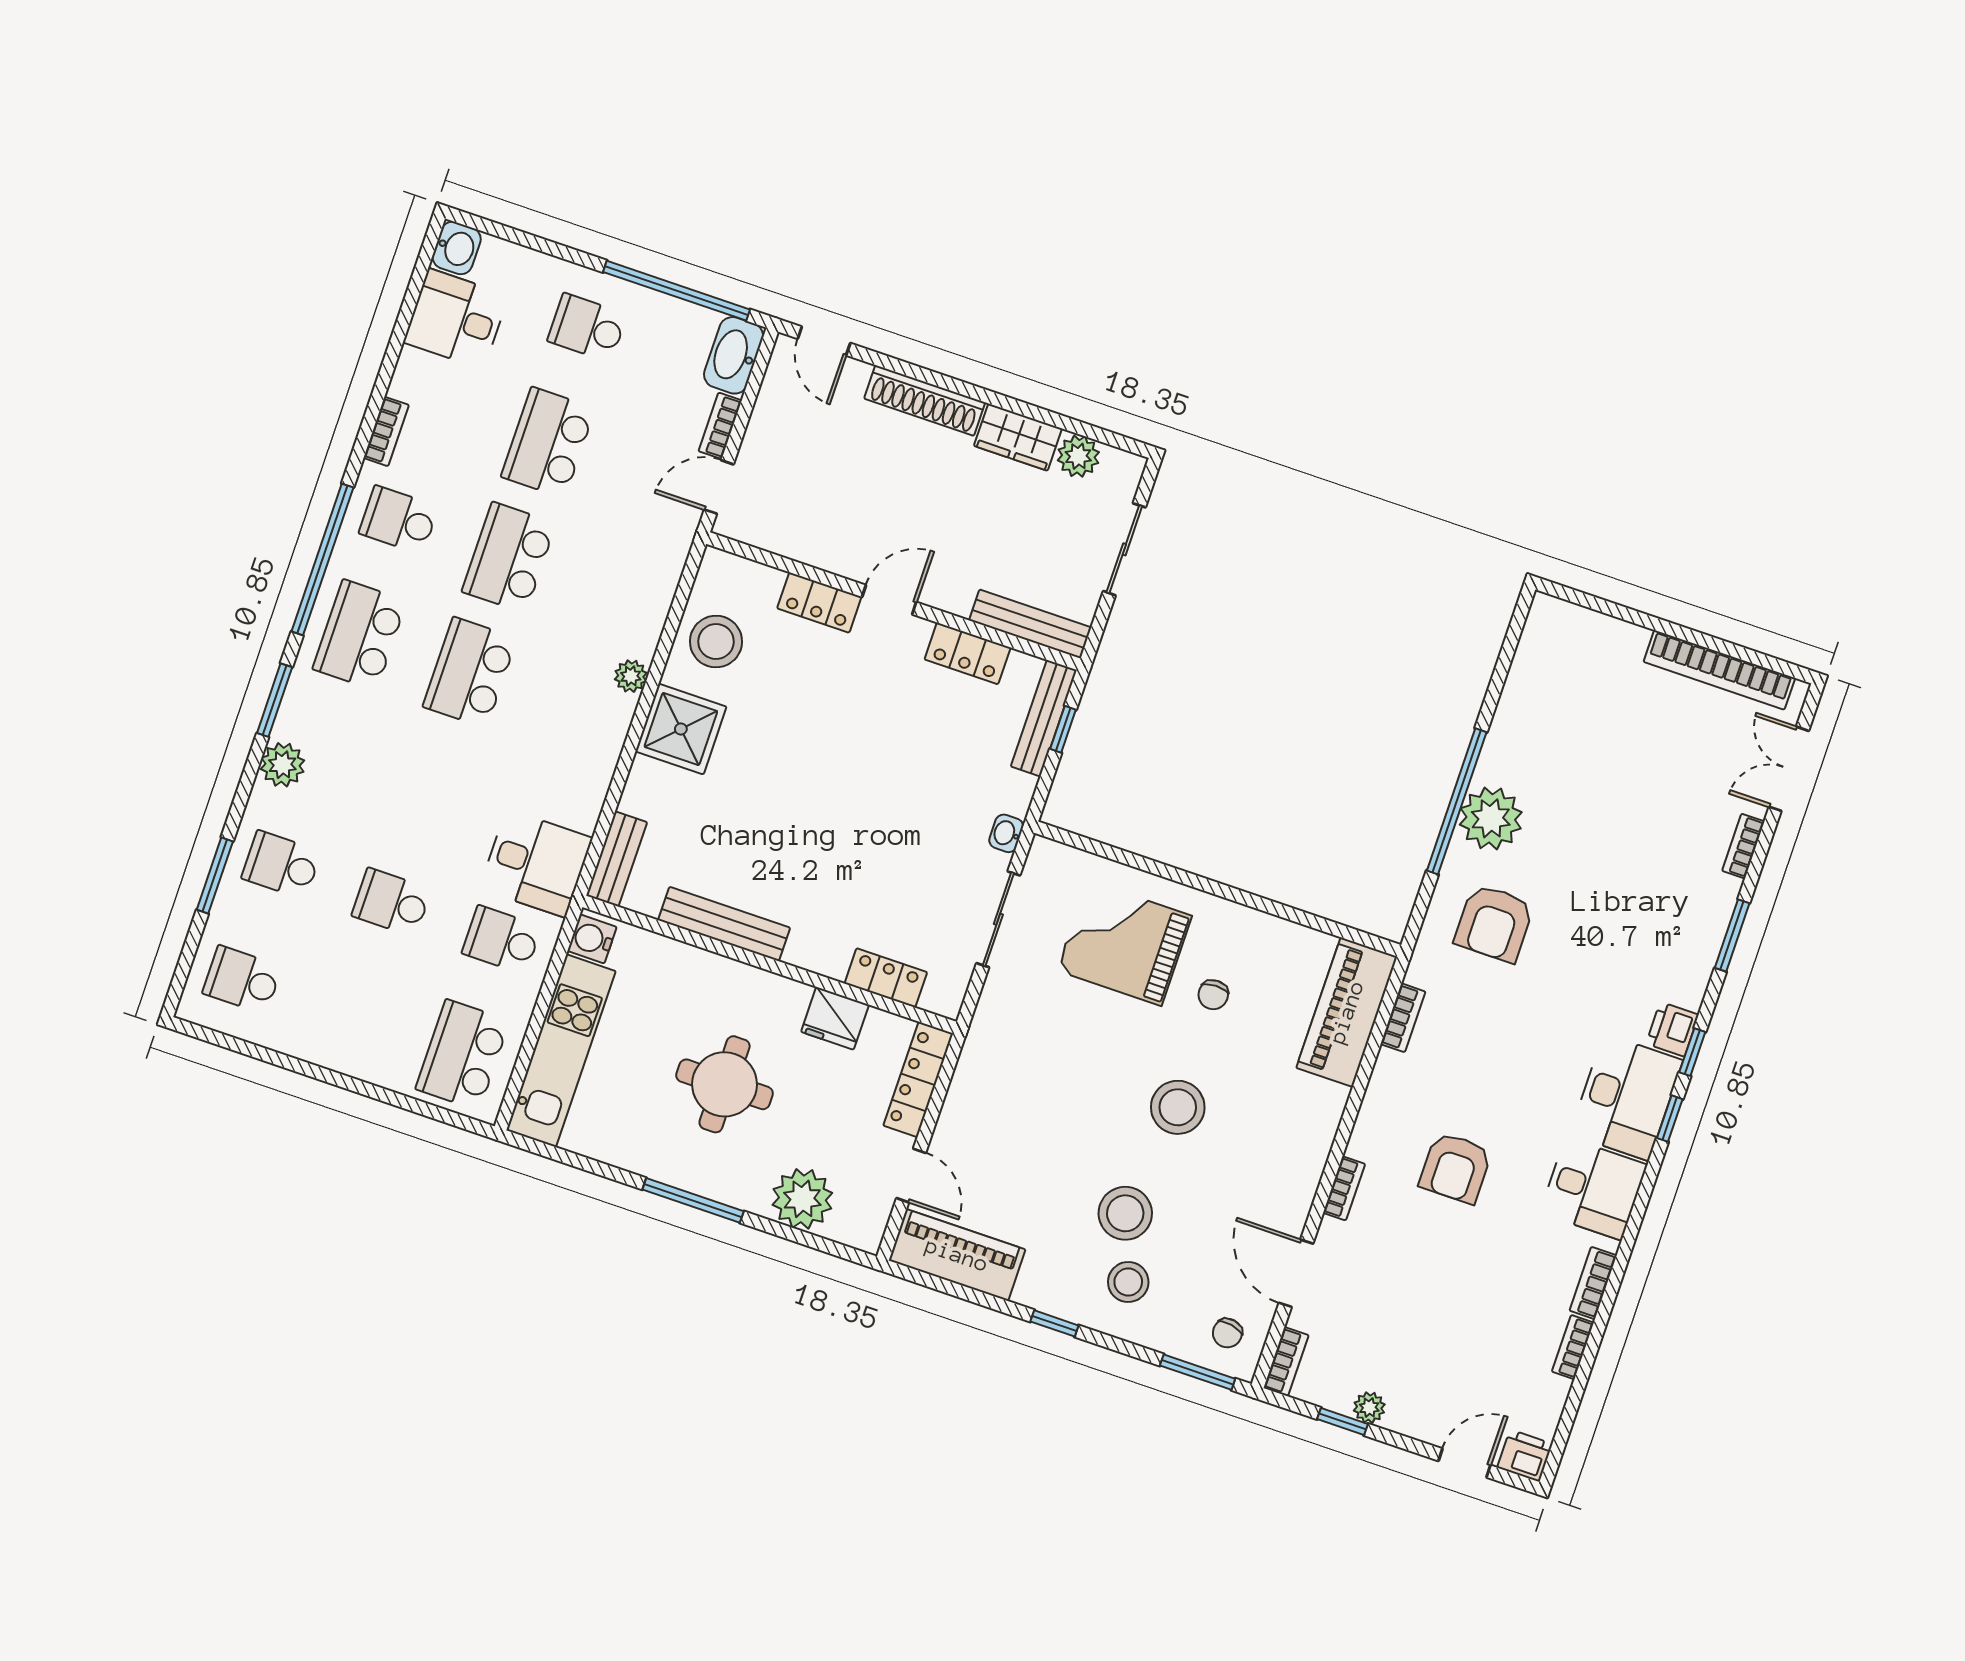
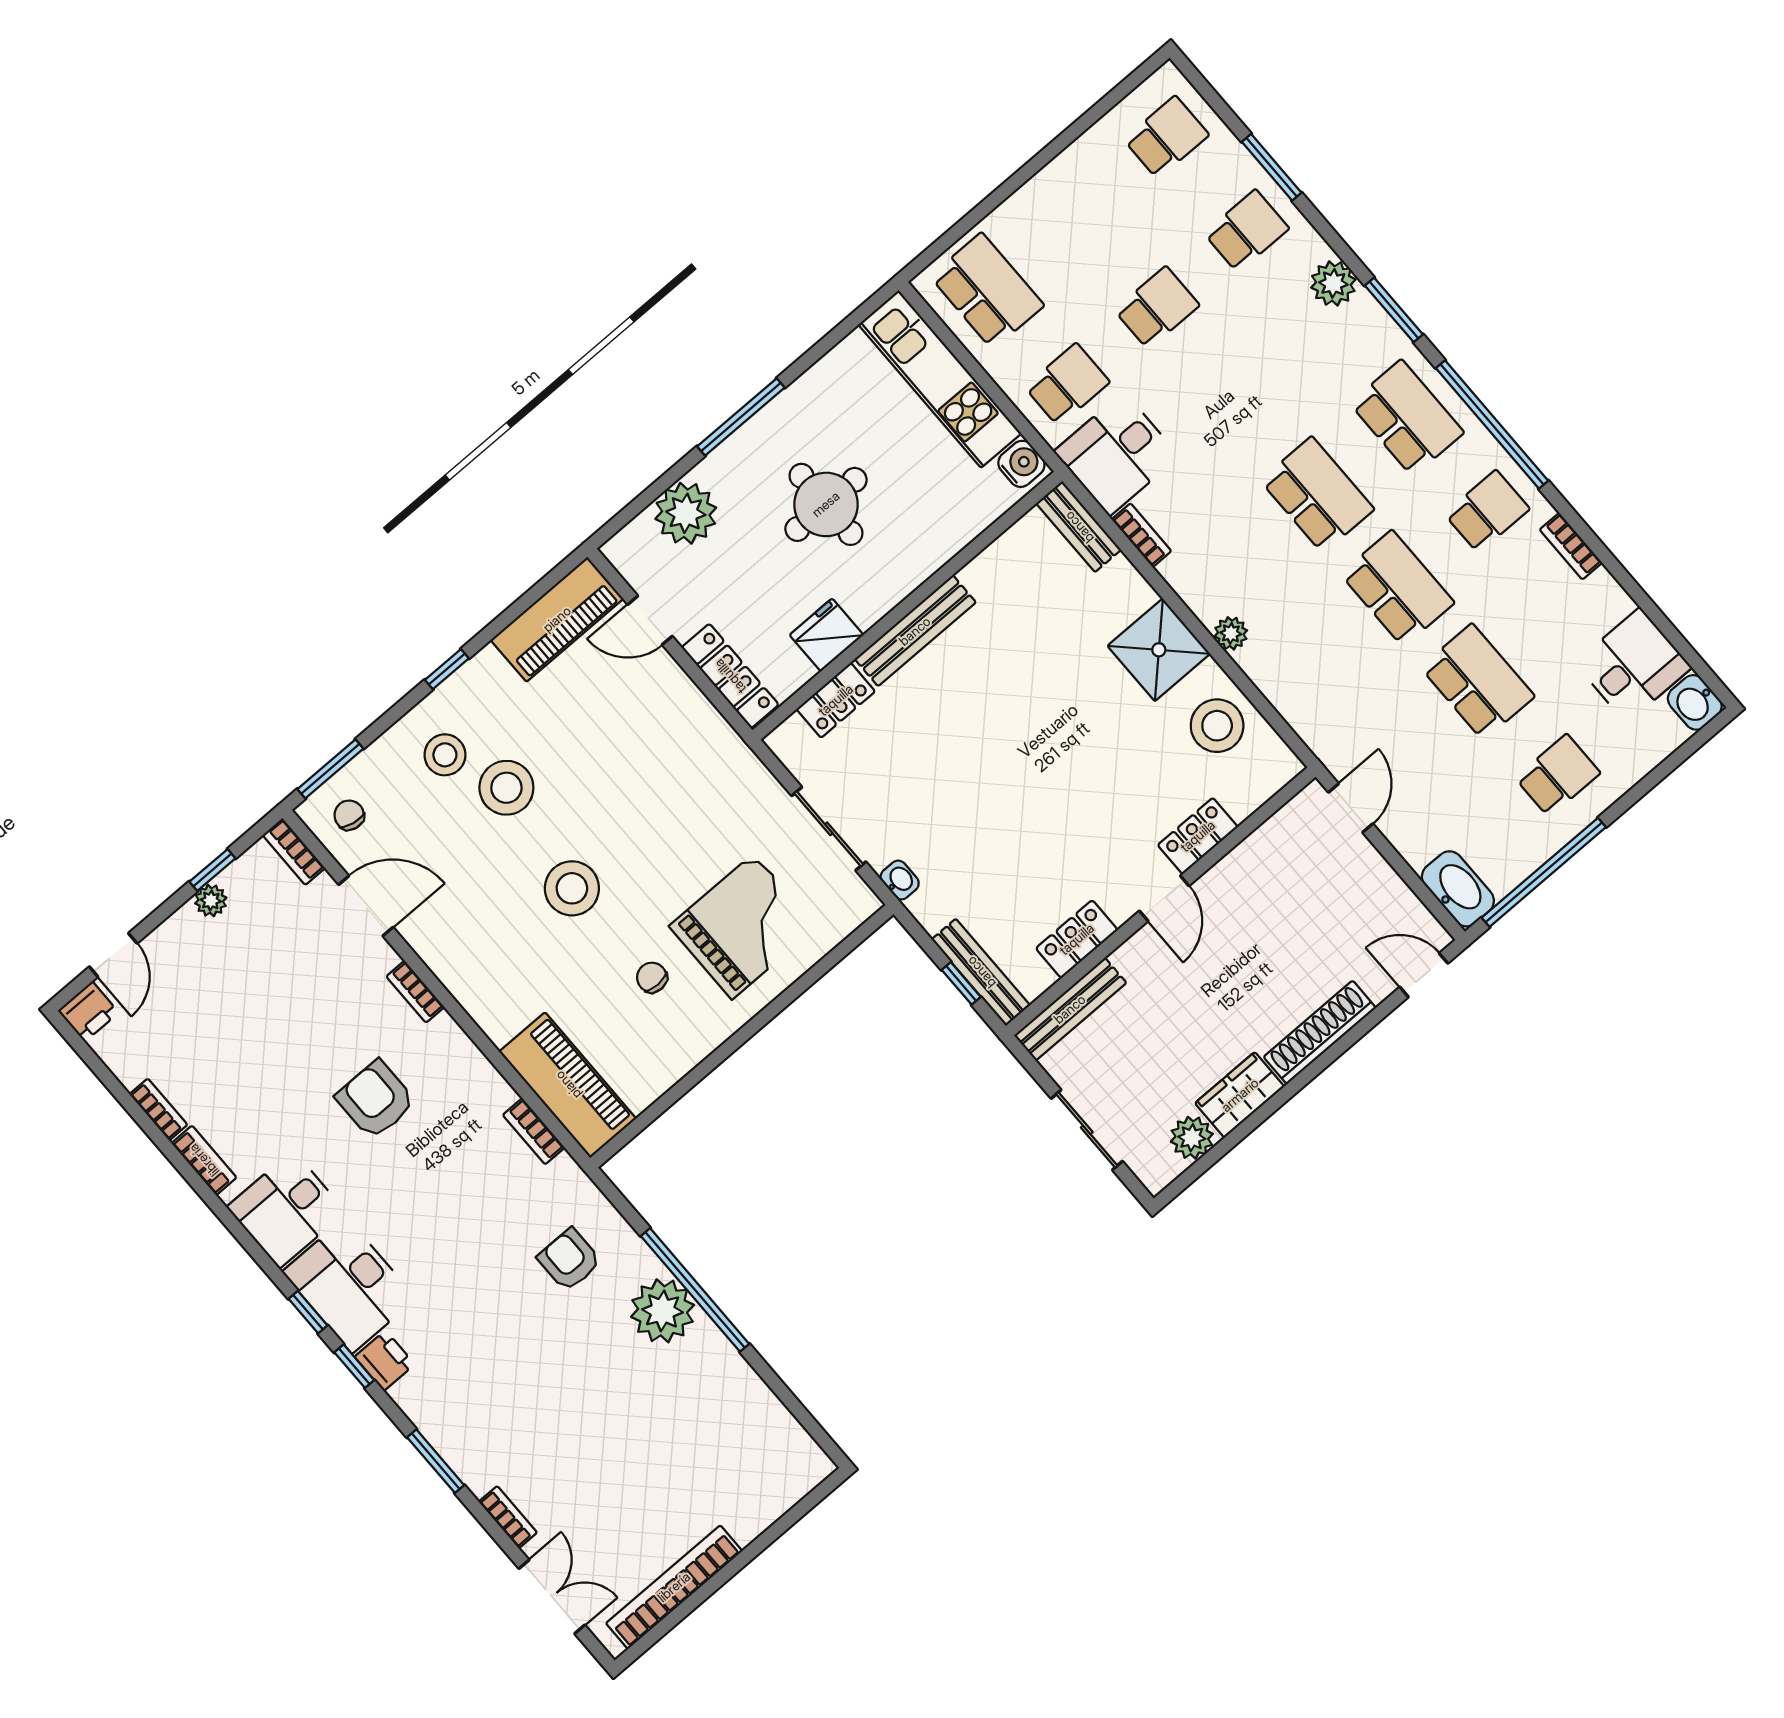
bookcase: (720, 426) -> (1141, 535), moved
armchair: (1494, 923) -> (569, 1260), width x0.72, depth x0.72
bench: (724, 924) -> (915, 631), moved

